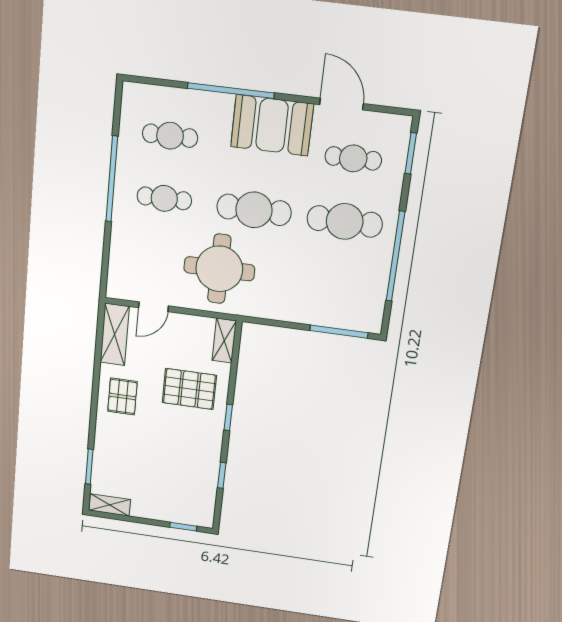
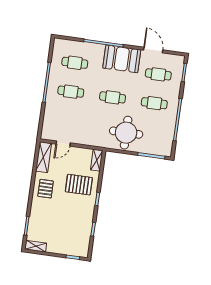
cafe table: (254, 210) -> (113, 97), width x0.73, depth x0.74
cafe table: (345, 221) -> (154, 103), width x0.73, depth x0.74
round table: (219, 269) -> (126, 133), moved

